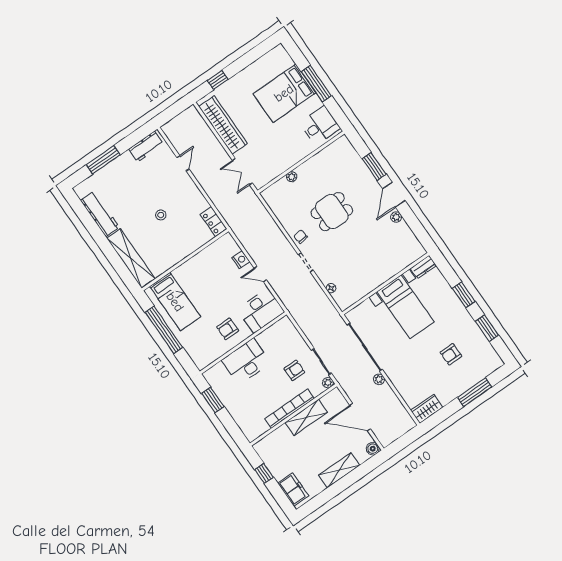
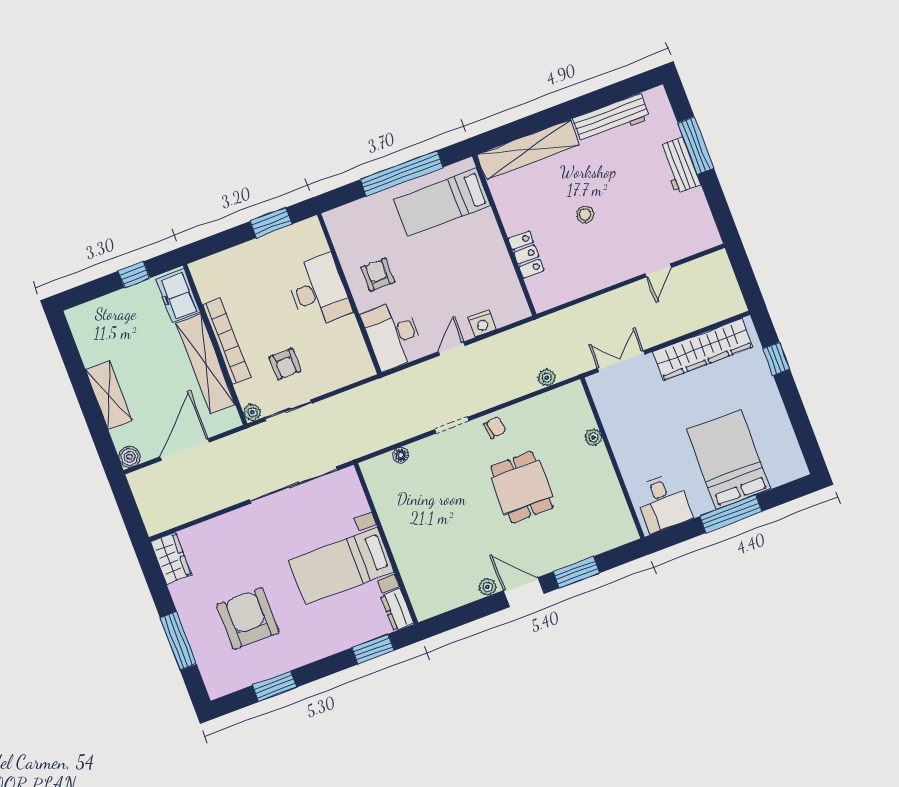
workbench: (146, 146) -> (679, 165), moved
door: (183, 163) -> (658, 271), hinge flipped
locker: (214, 222) -> (526, 254), moved, turned 90
window: (464, 295) -> (373, 649), moved
armchair: (451, 354) -> (248, 619), width x1.88, depth x1.88
plant: (379, 379) -> (547, 378), moved
shelving: (306, 417) -> (206, 364), width x1.47
freezer: (293, 489) -> (178, 296), moved, turned 90

